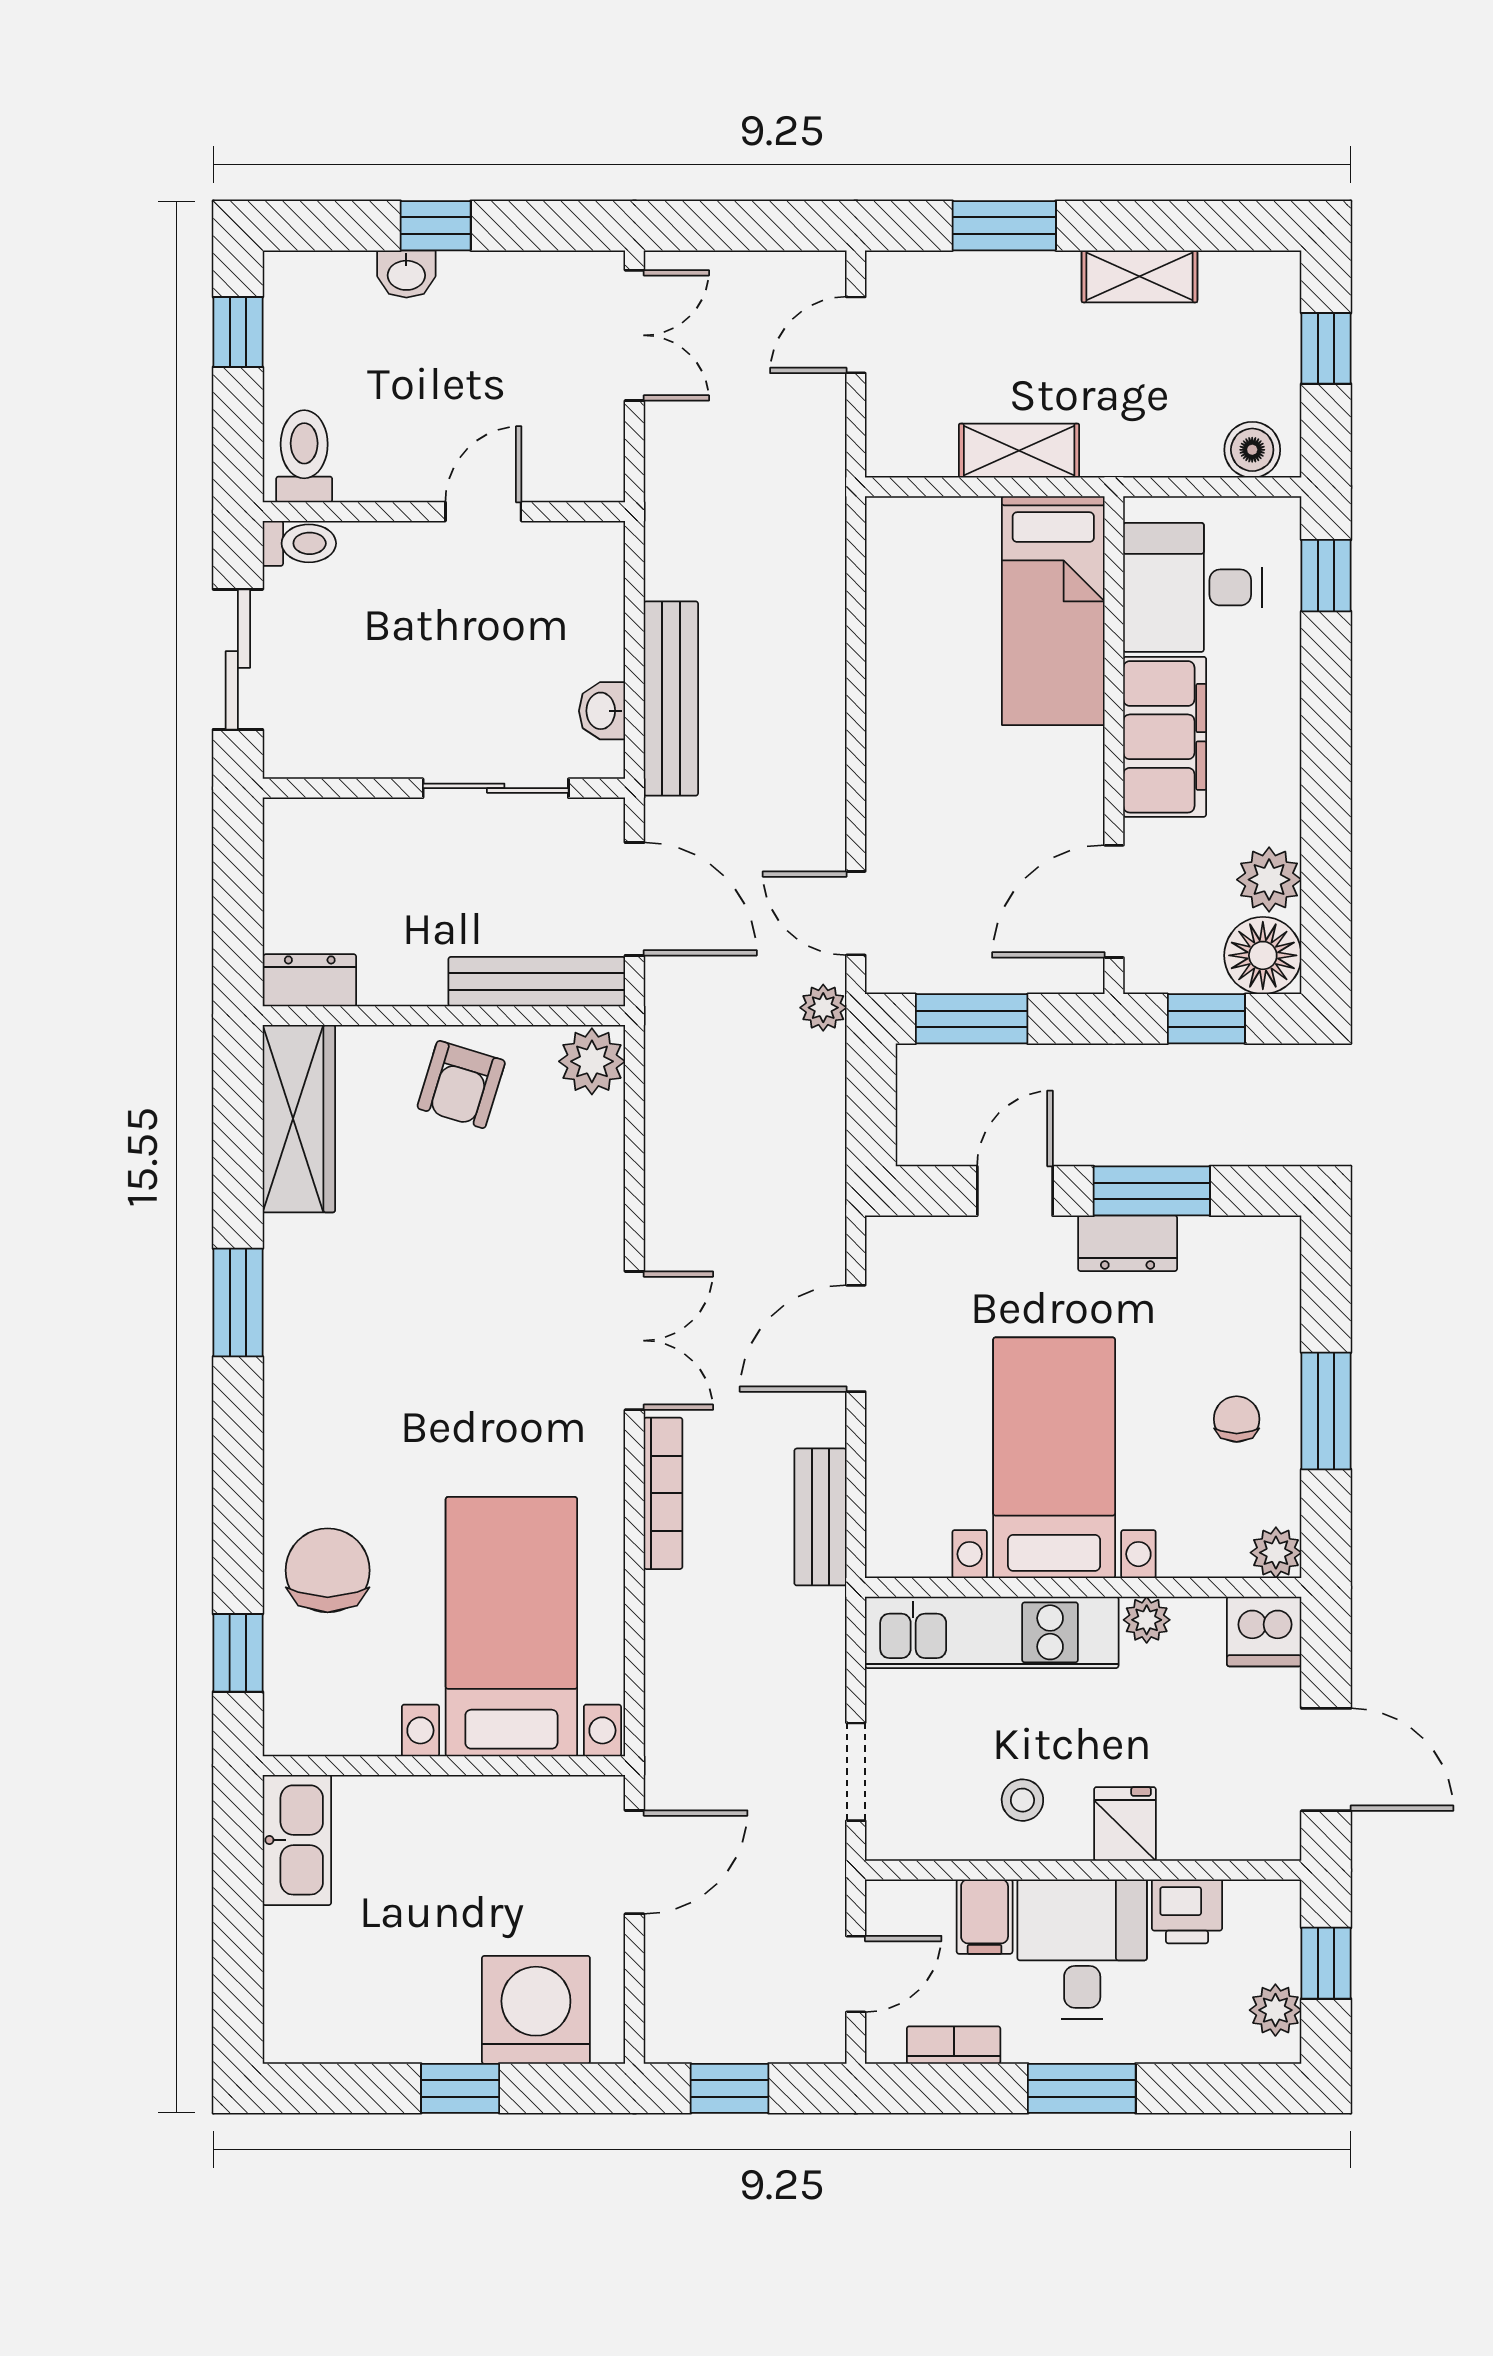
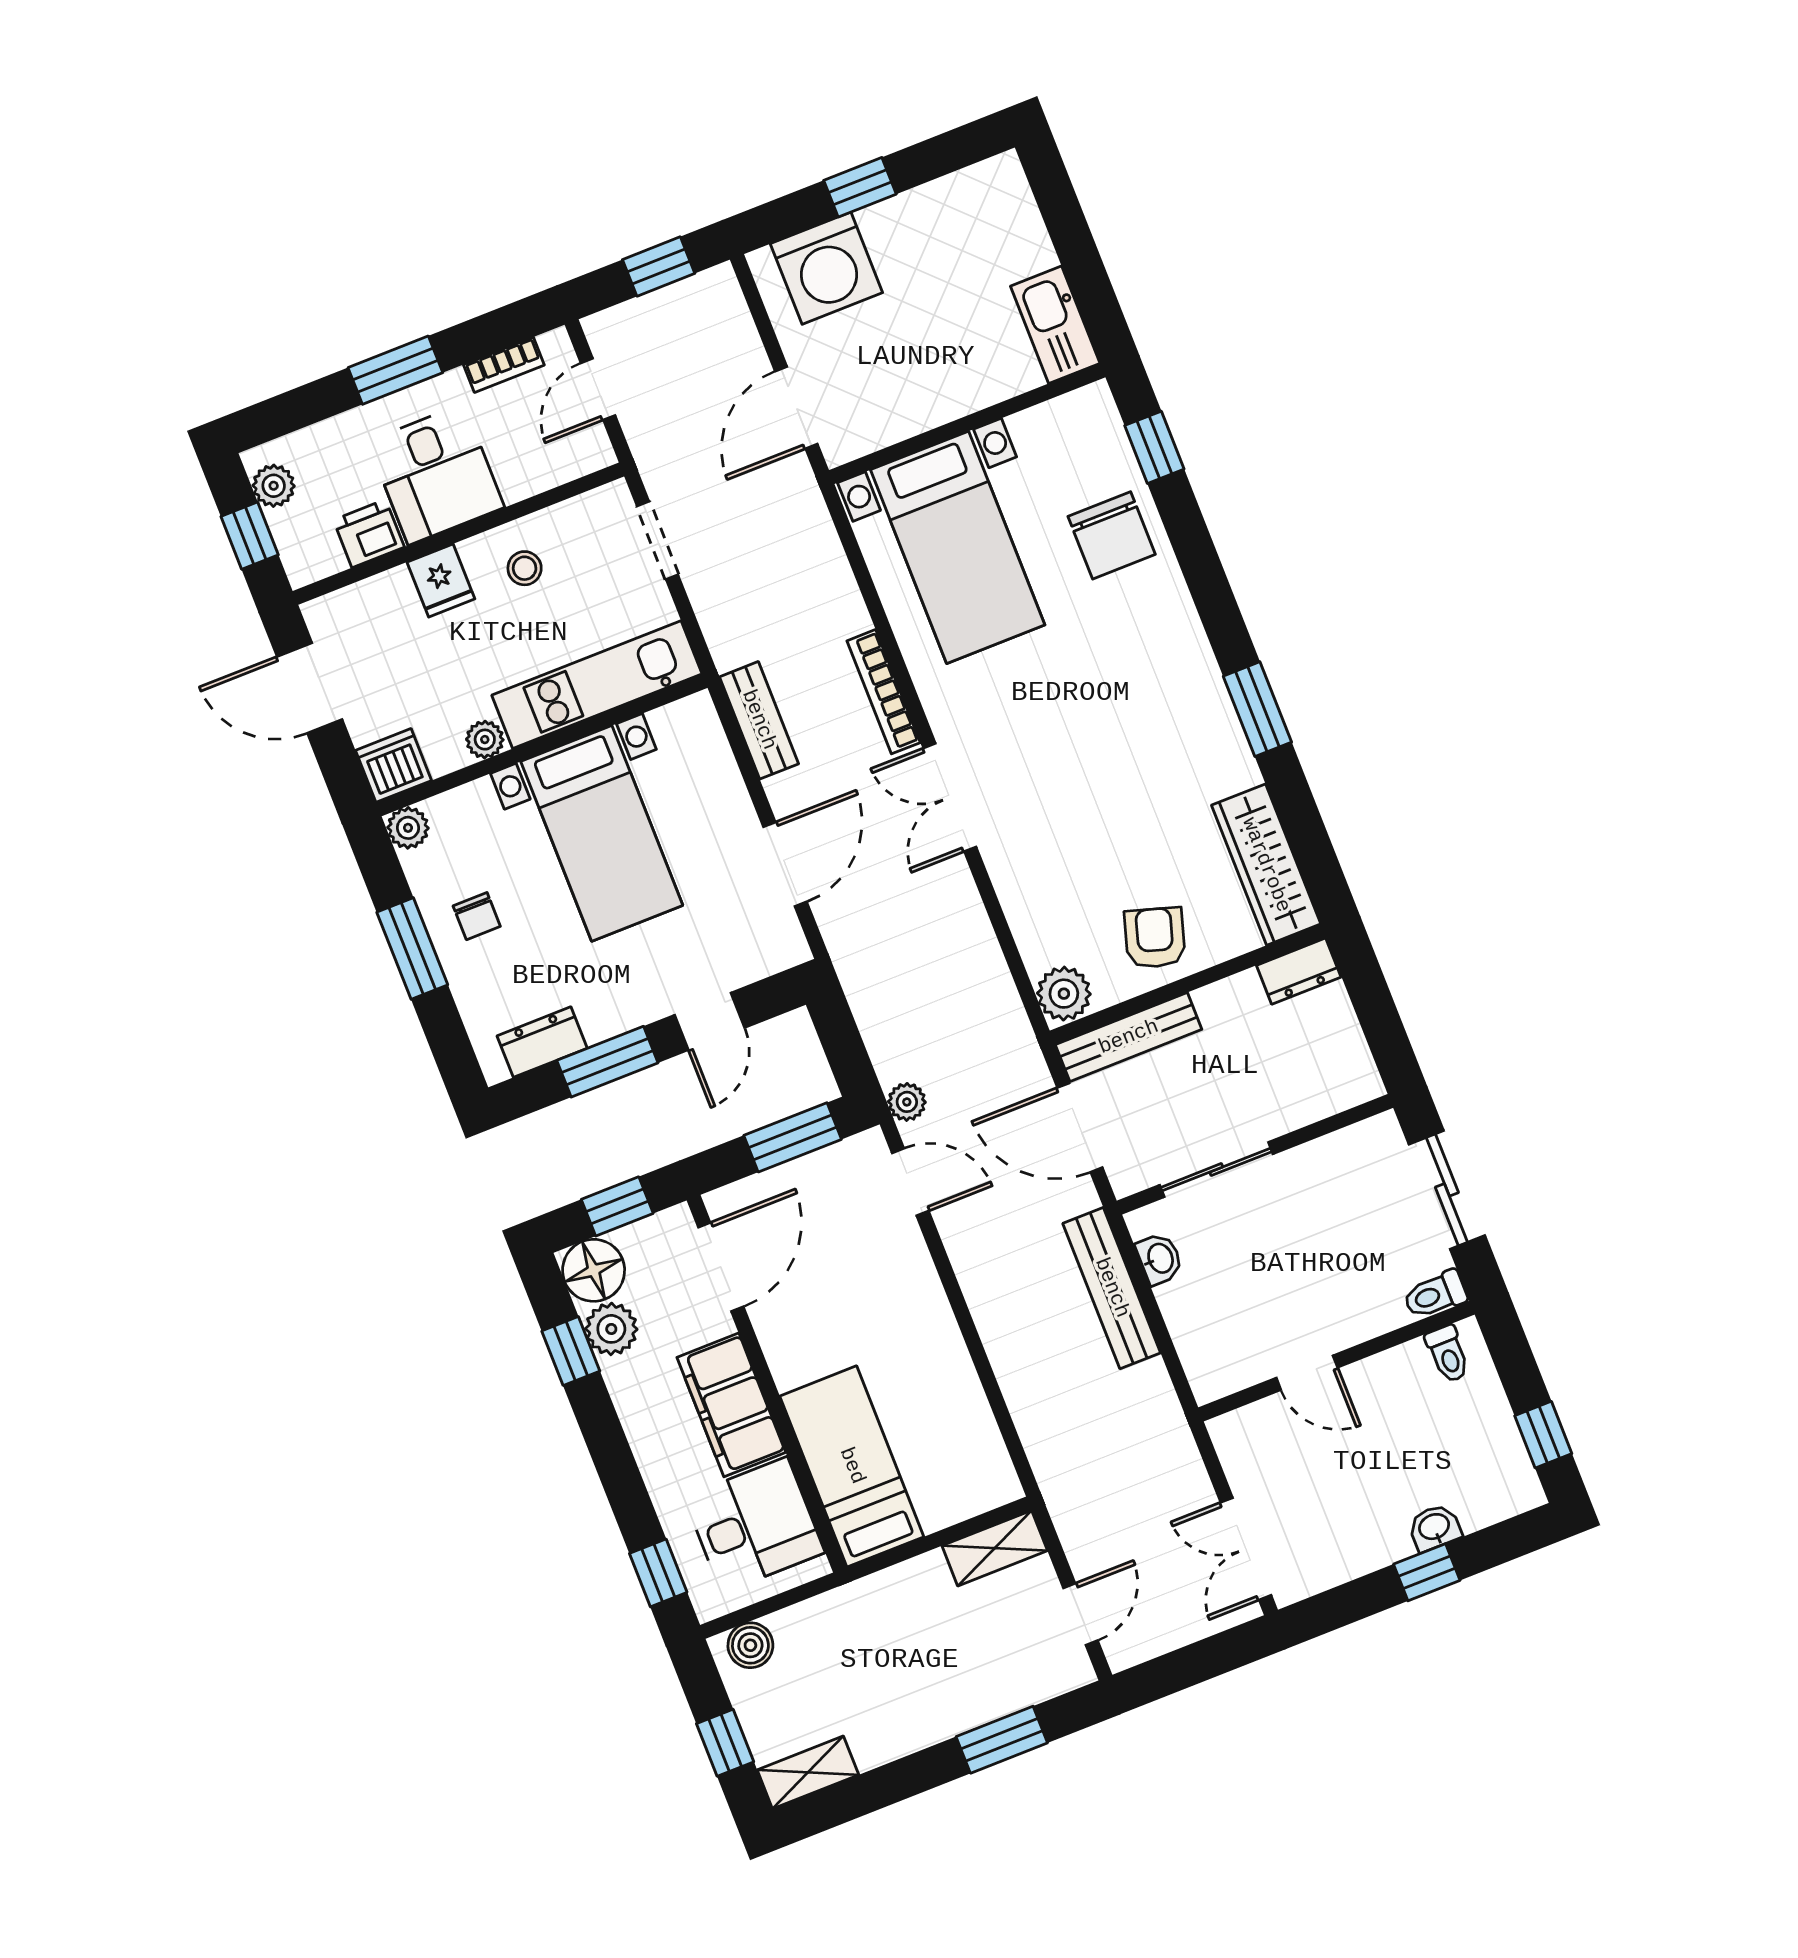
shelving: (1139, 276) -> (808, 1772), moved
shelving: (1019, 451) -> (995, 1548), moved
toilet: (304, 456) -> (1448, 1354), width x0.73, depth x0.72
door: (483, 512) -> (1307, 1373), hinge flipped
window: (1326, 872) -> (571, 1351), added
dresser: (1128, 1243) -> (542, 1042), moved
filing cabinet: (985, 1917) -> (519, 470), removed

